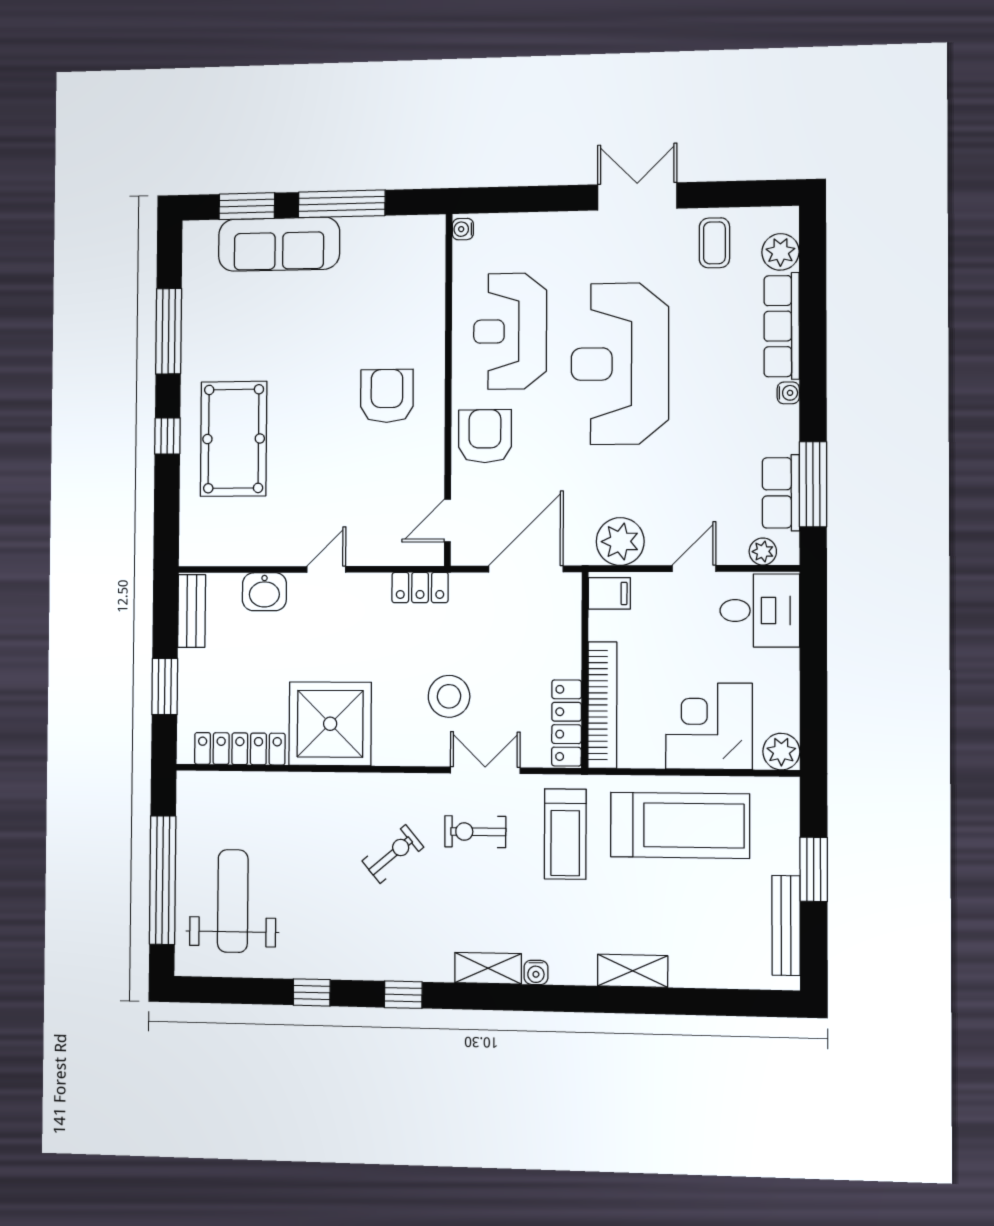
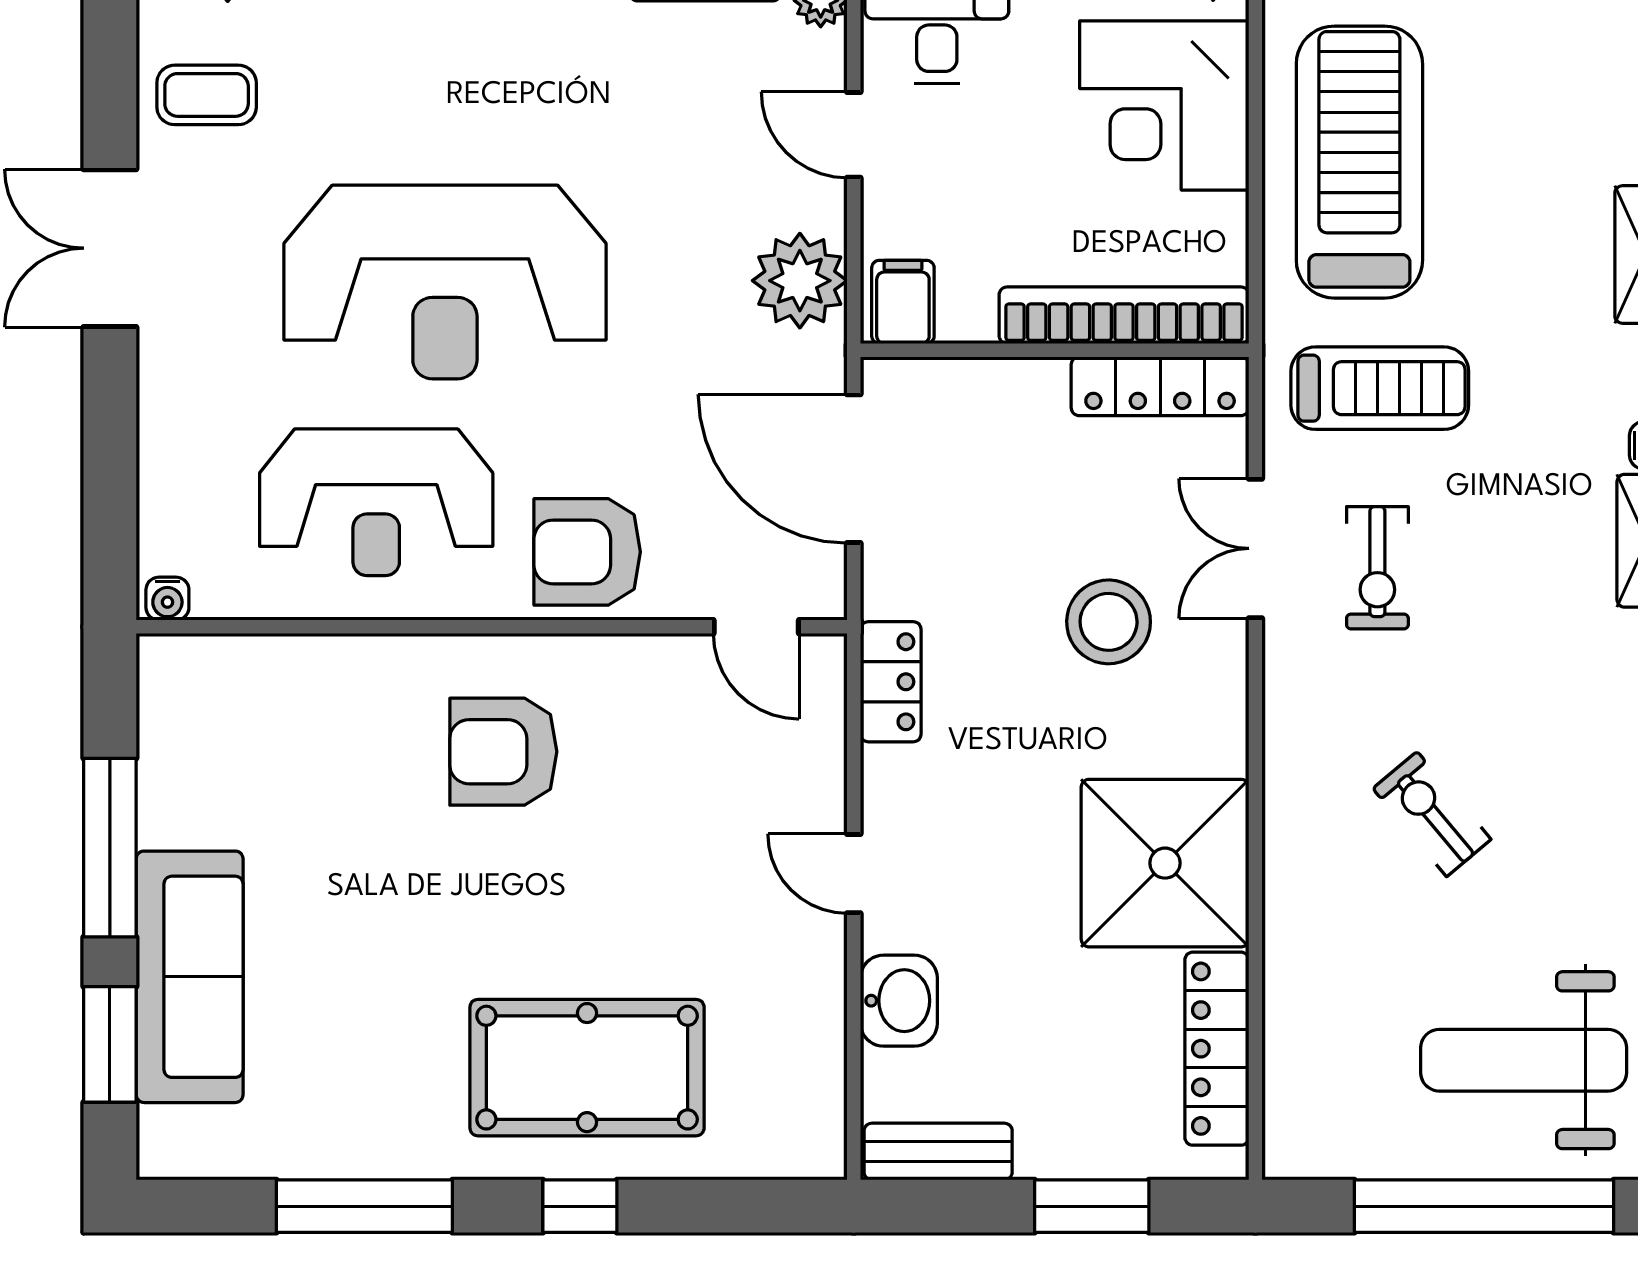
exercise bike: (393, 854) -> (1432, 814), moved

